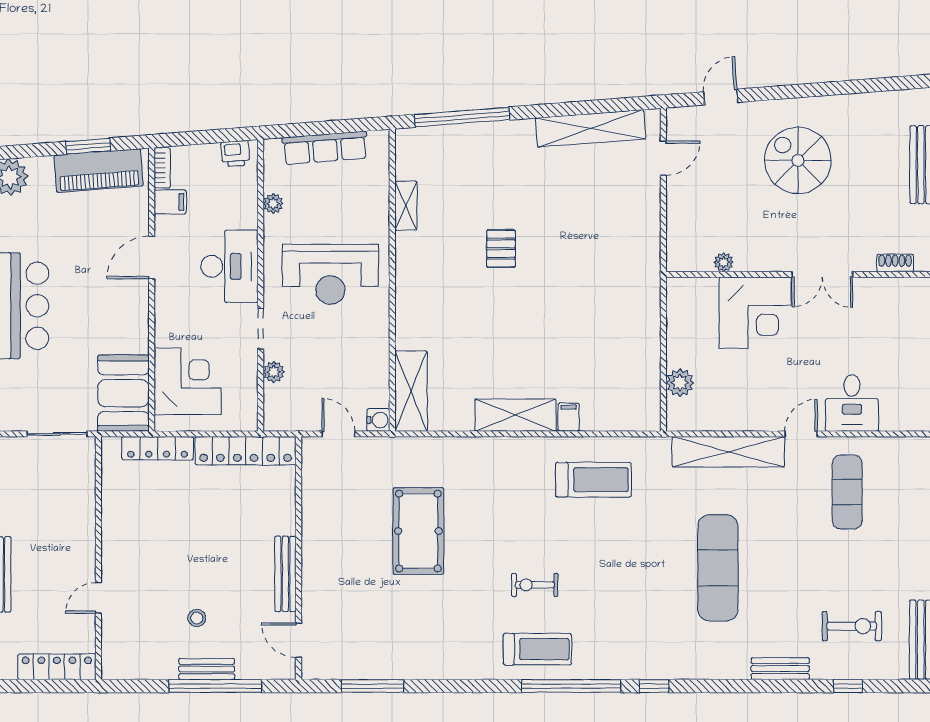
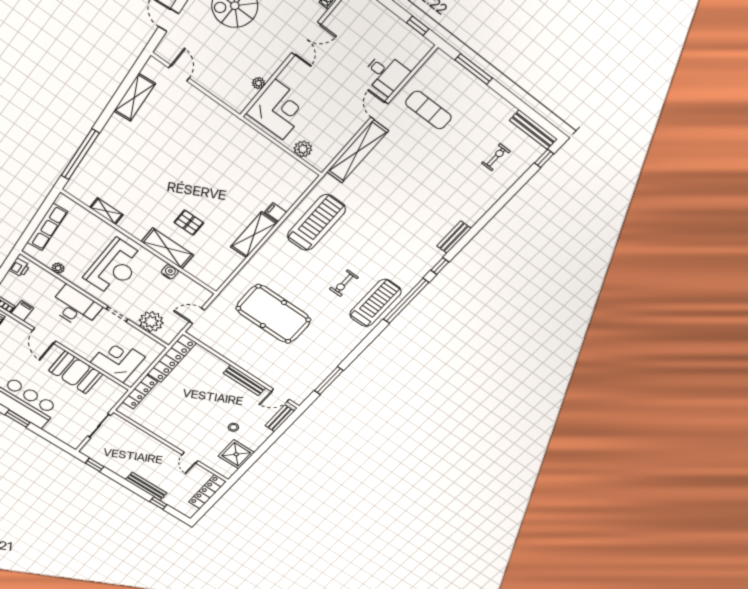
shelving: (591, 128) -> (134, 97), width x0.68
pallet: (501, 249) -> (189, 223), moved
corner desk: (755, 313) -> (279, 110), moved
plant: (274, 372) -> (151, 322), width x1.88, depth x1.88
shelving: (411, 391) -> (167, 248), moved
booth: (123, 393) -> (76, 372), moved
water cooler: (378, 420) -> (170, 272), moved
treadmill: (593, 480) -> (316, 223), width x1.37, depth x1.38
pool table: (418, 531) -> (273, 314), width x1.36, depth x1.32
exercise mat: (718, 568) -> (410, 198), removed
exercise bike: (852, 626) -> (496, 157), width x0.73, depth x0.72
treadmill: (537, 649) -> (375, 303), width x1.37, depth x1.38
shower: (154, 657) -> (236, 454), added
bench: (207, 669) -> (280, 418), moved
bench: (780, 669) -> (454, 237), moved
window: (215, 686) -> (271, 440), removed
window: (848, 686) -> (544, 158), moved

